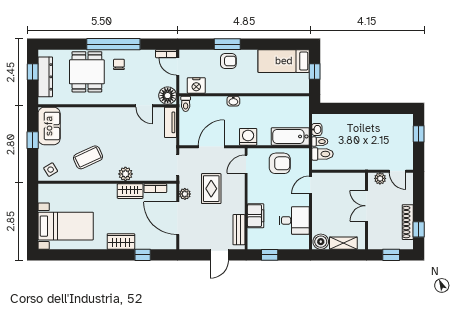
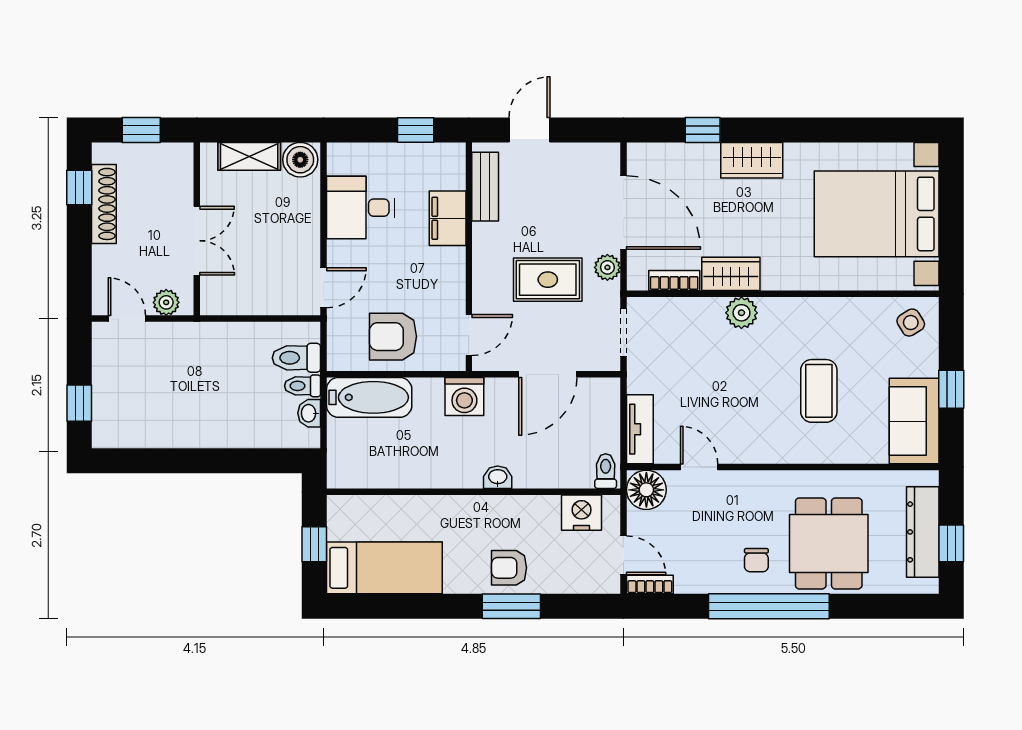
coffee table: (88, 157) -> (819, 391), moved, turned -65
rug: (211, 189) -> (548, 280), turned 90
bed with nightstands: (66, 226) -> (877, 214), width x1.36

